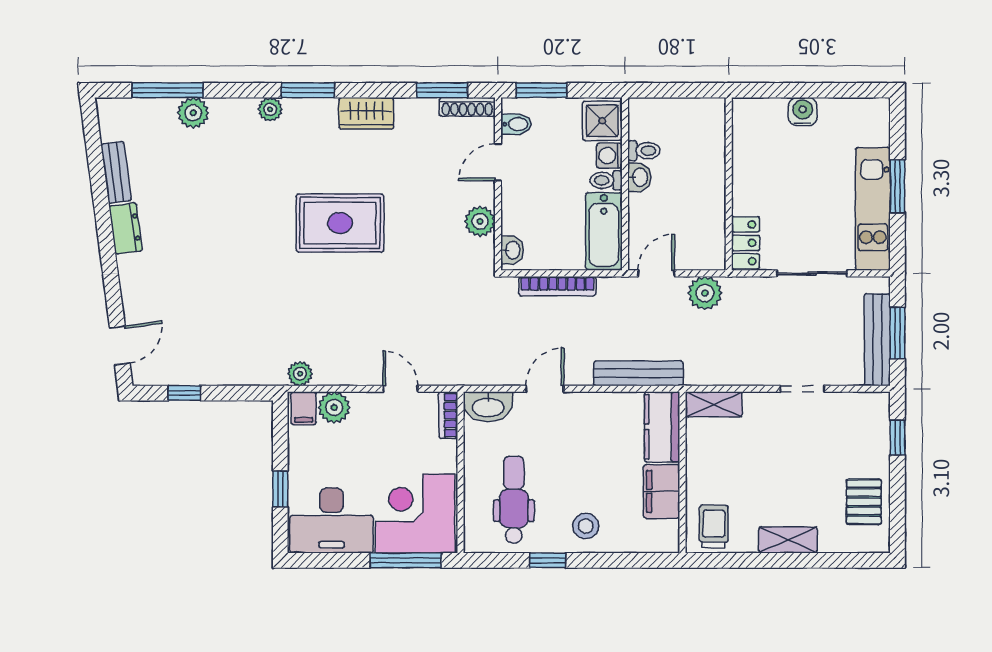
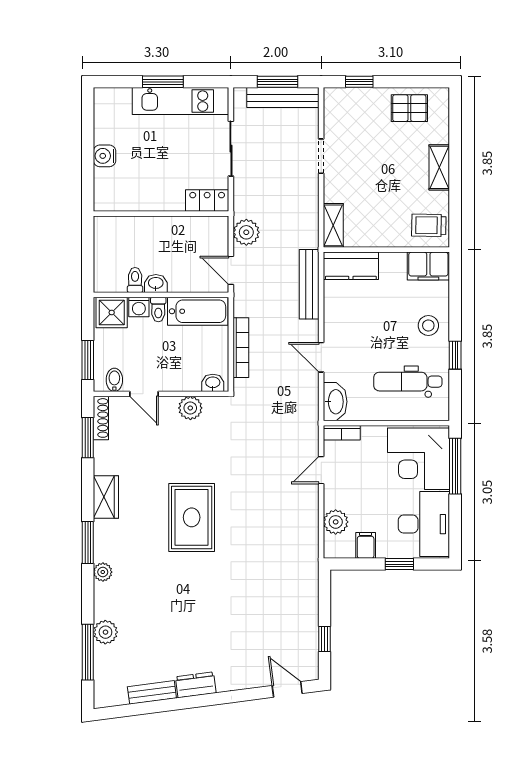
plant: (300, 374) -> (309, 549), removed
filing cabinet: (304, 408) -> (366, 545), moved, turned -90
filing cabinet: (662, 491) -> (428, 266), moved

